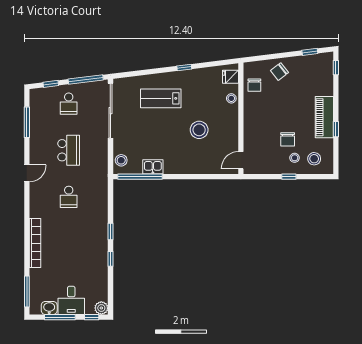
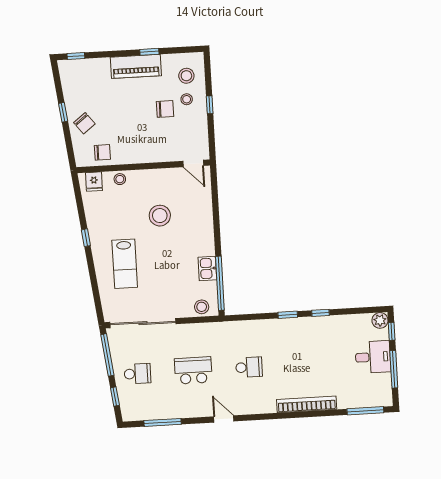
window: (310, 52) -> (63, 112), moved
washbasin: (49, 308) -> (384, 383), removed

